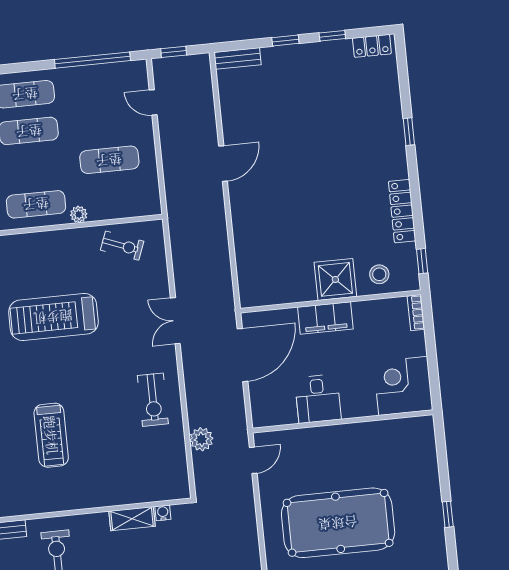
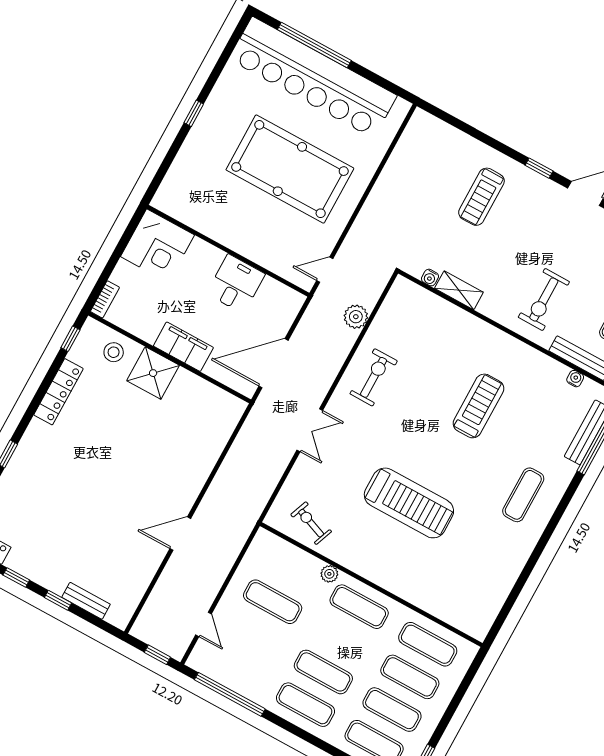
bench: (237, 58) -> (86, 601), moved

